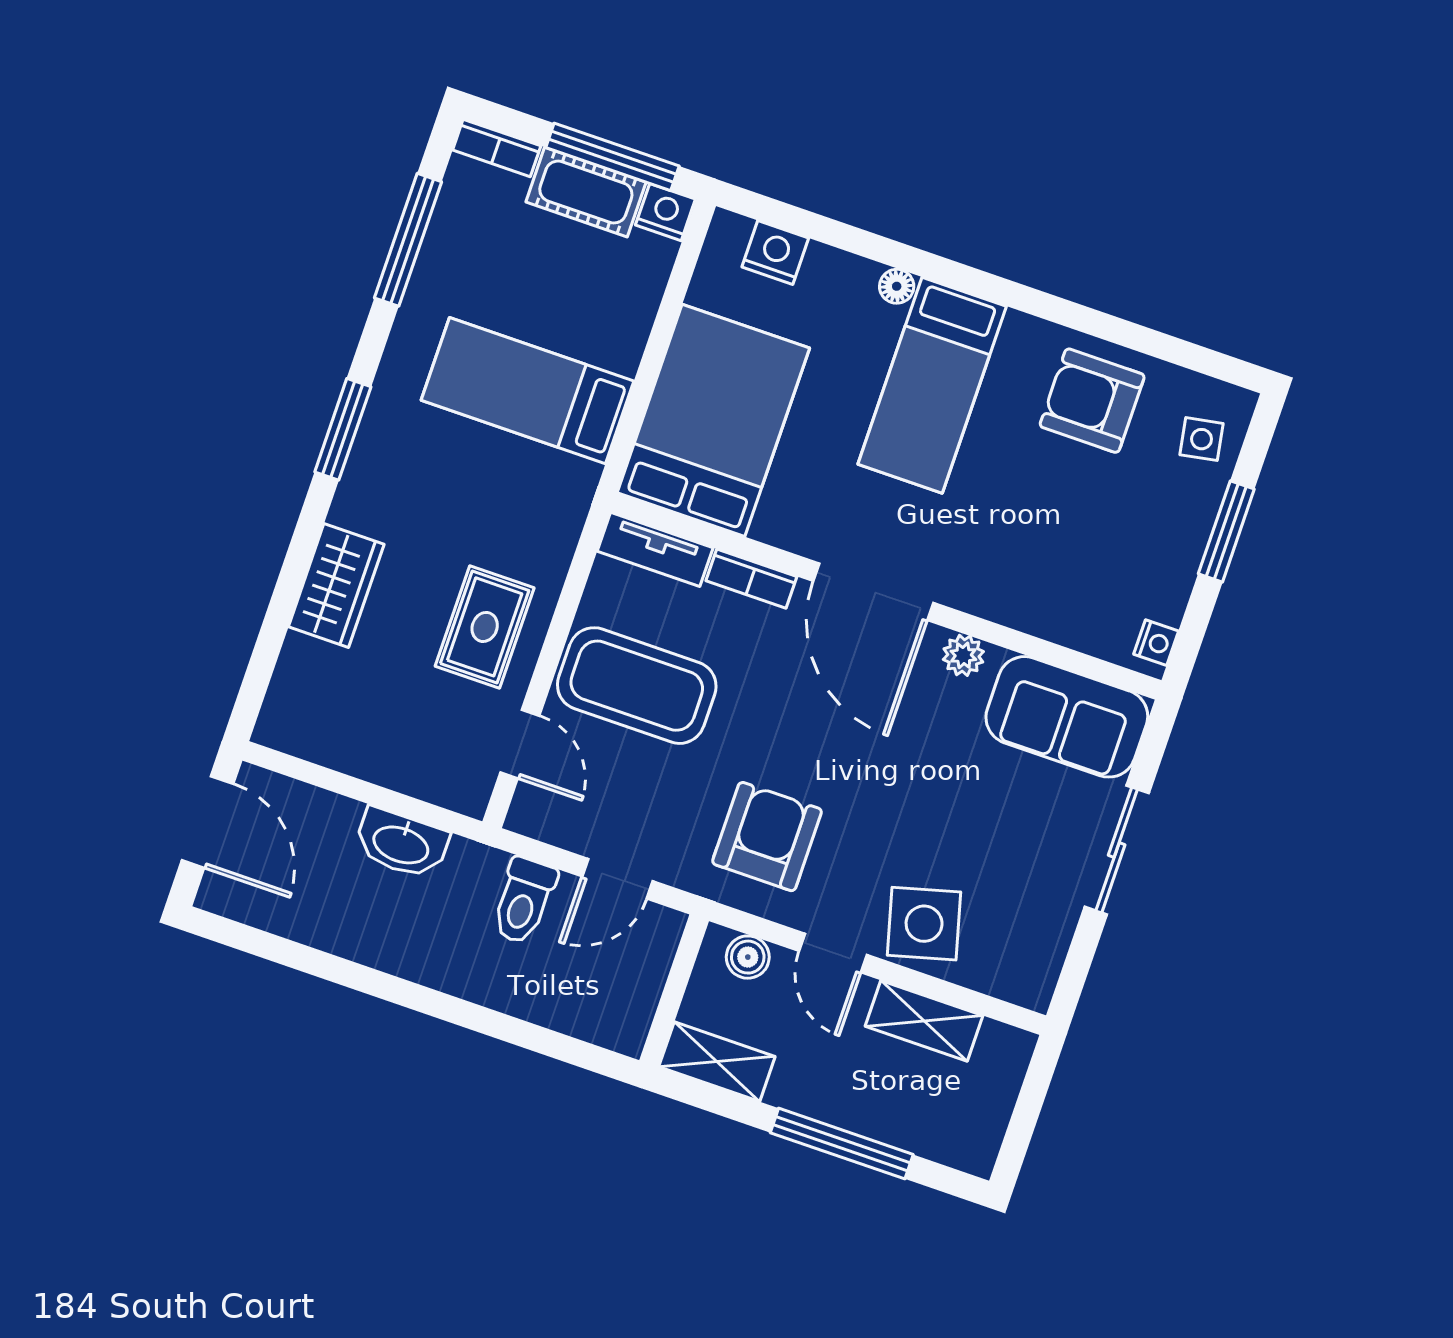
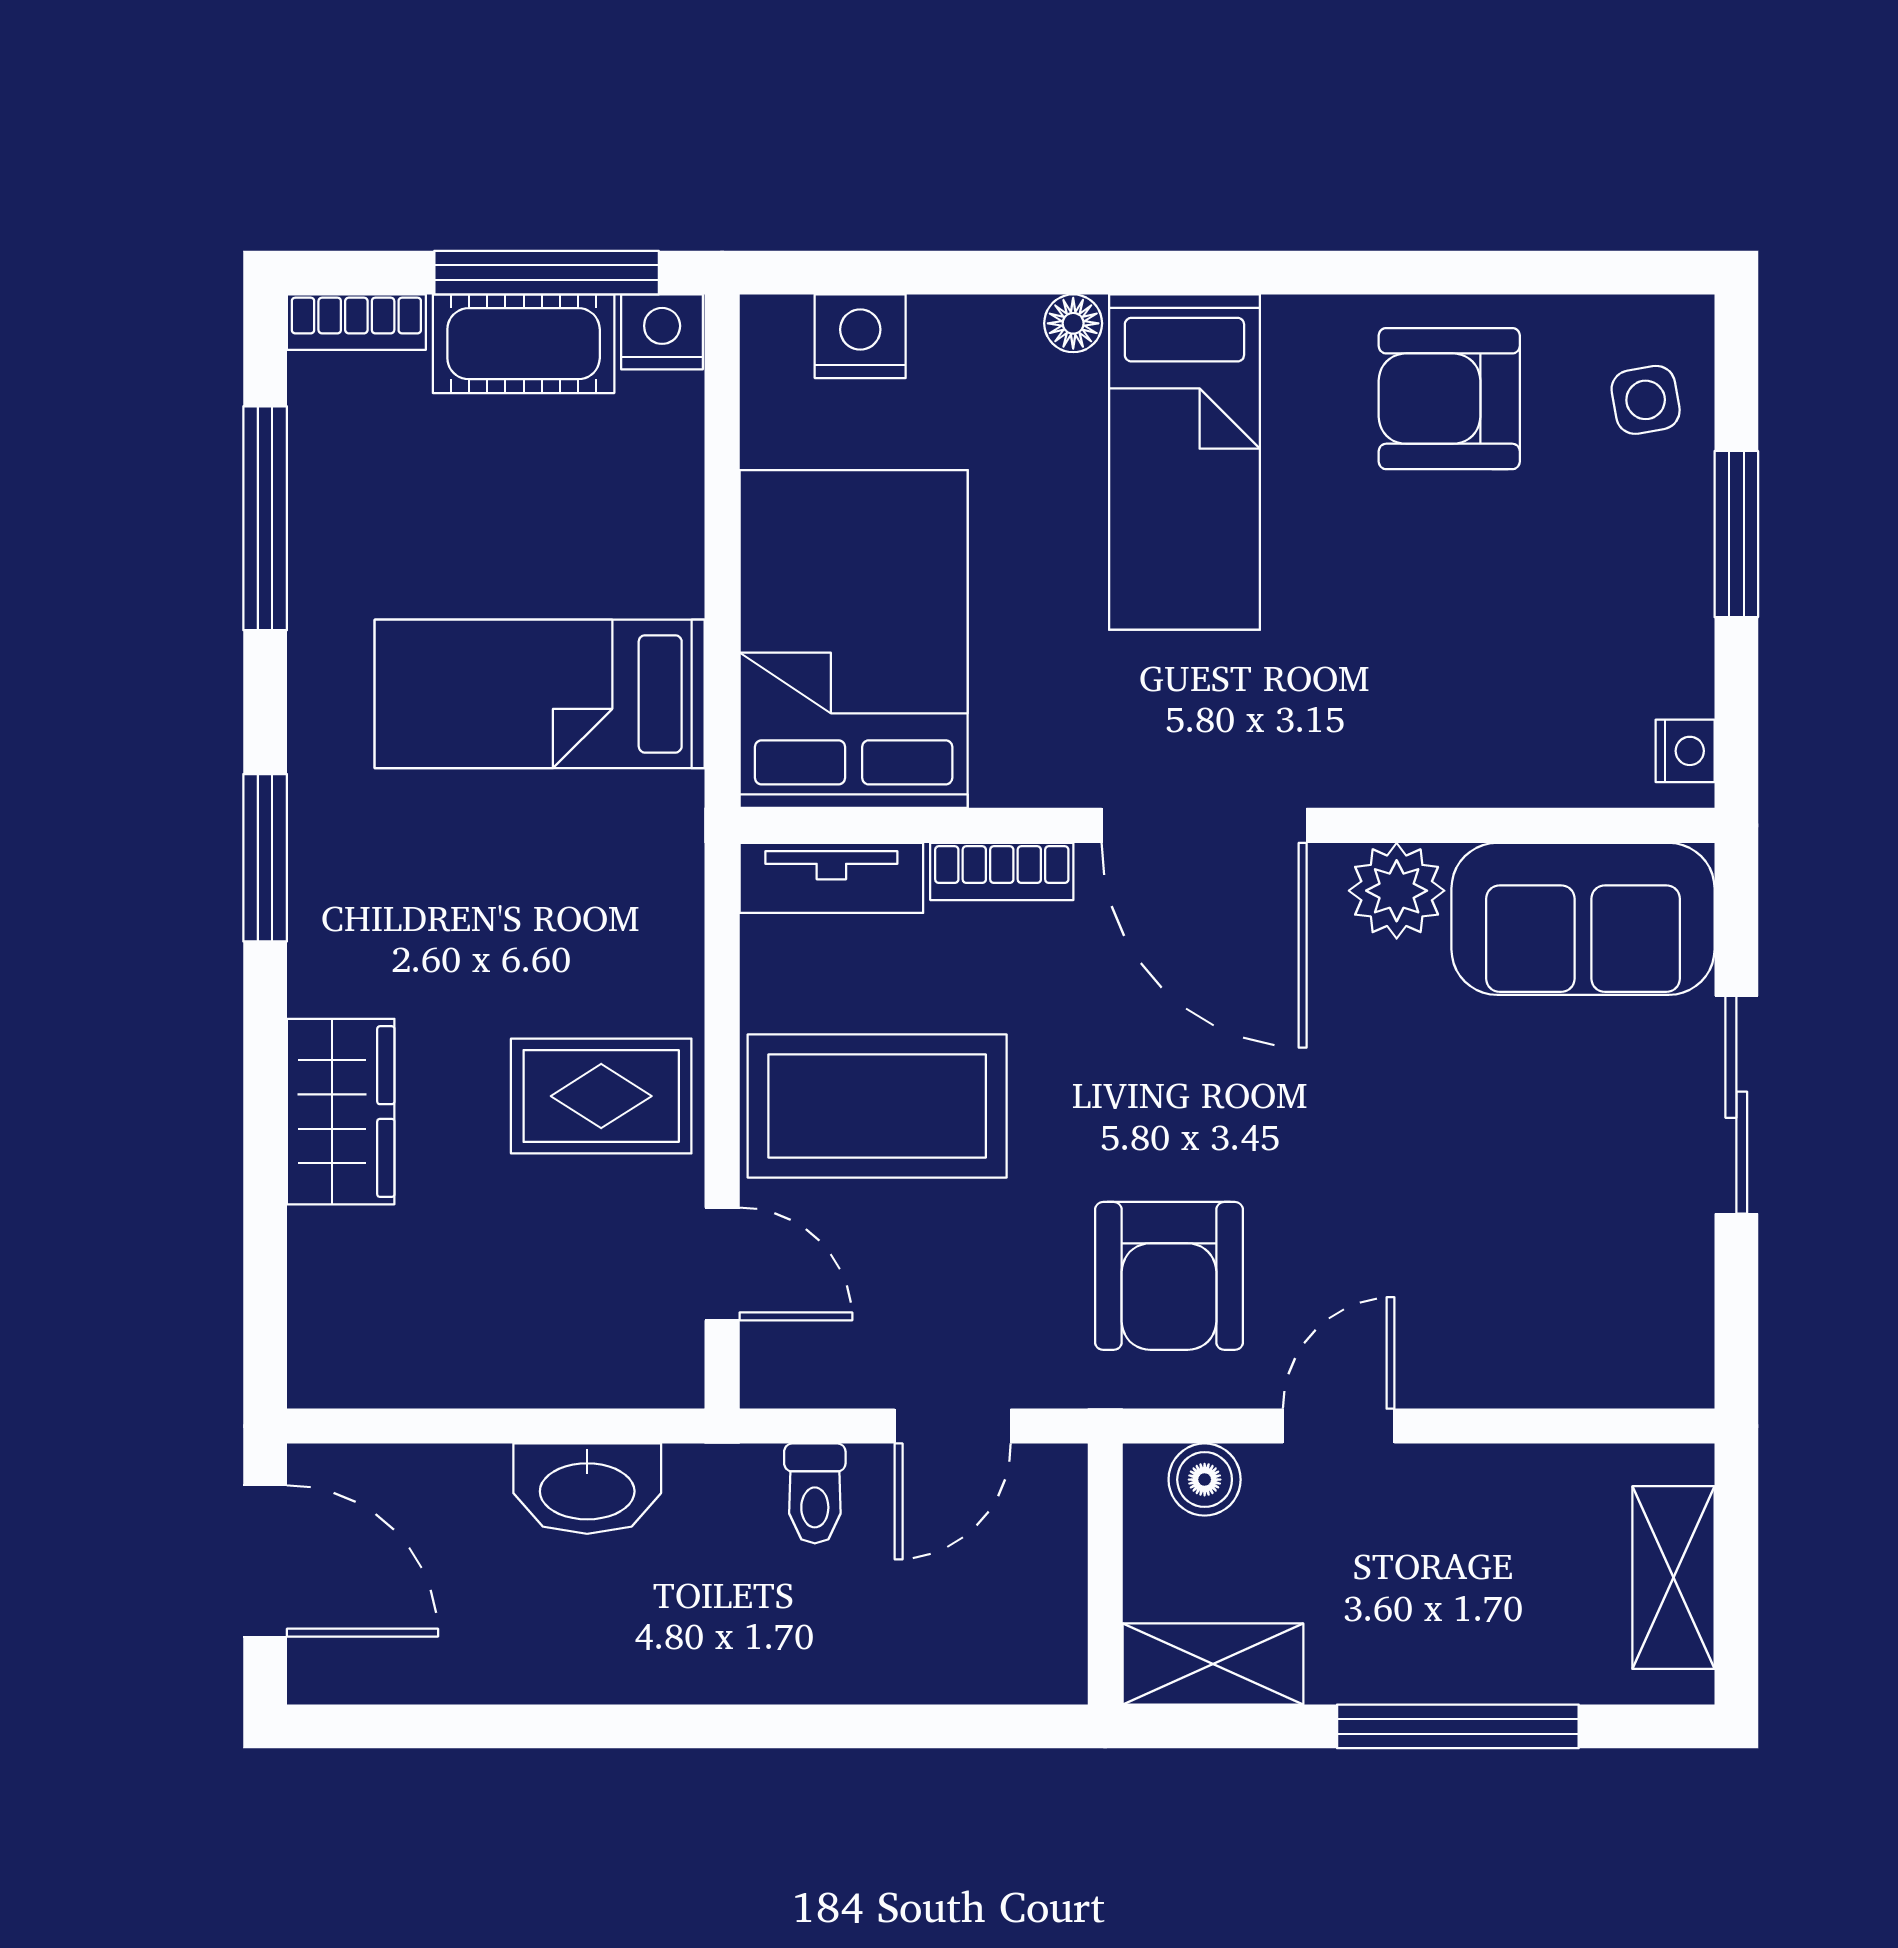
rug: (485, 627) -> (601, 1096), turned 90
plant: (963, 655) -> (1397, 891), width x1.38, depth x1.38
armchair: (767, 837) -> (1169, 1276), turned 180
toilet: (524, 901) -> (815, 1493), width x0.73, depth x0.72
side table: (924, 924) -> (1468, 1329), removed
door: (833, 953) -> (1339, 1426), swing flipped
shelving: (924, 1021) -> (1673, 1578), moved, turned 90

